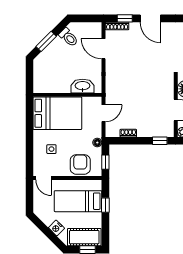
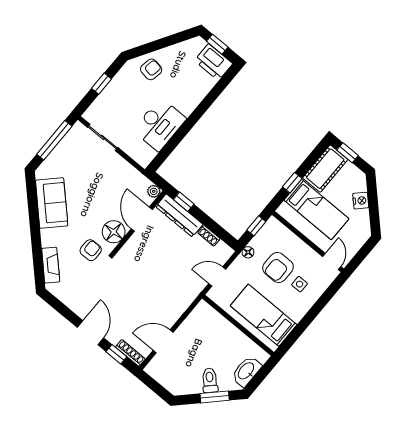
toilet: (69, 37) -> (210, 380), moved
door: (104, 49) -> (163, 341), swing flipped
washbasin: (83, 86) -> (246, 371), moved, turned 90
bed: (57, 113) -> (264, 315), width x0.67
dresser: (156, 131) -> (179, 215), added
armchair: (80, 164) -> (278, 267), moved
cot: (84, 237) -> (325, 169), moved, turned 90

